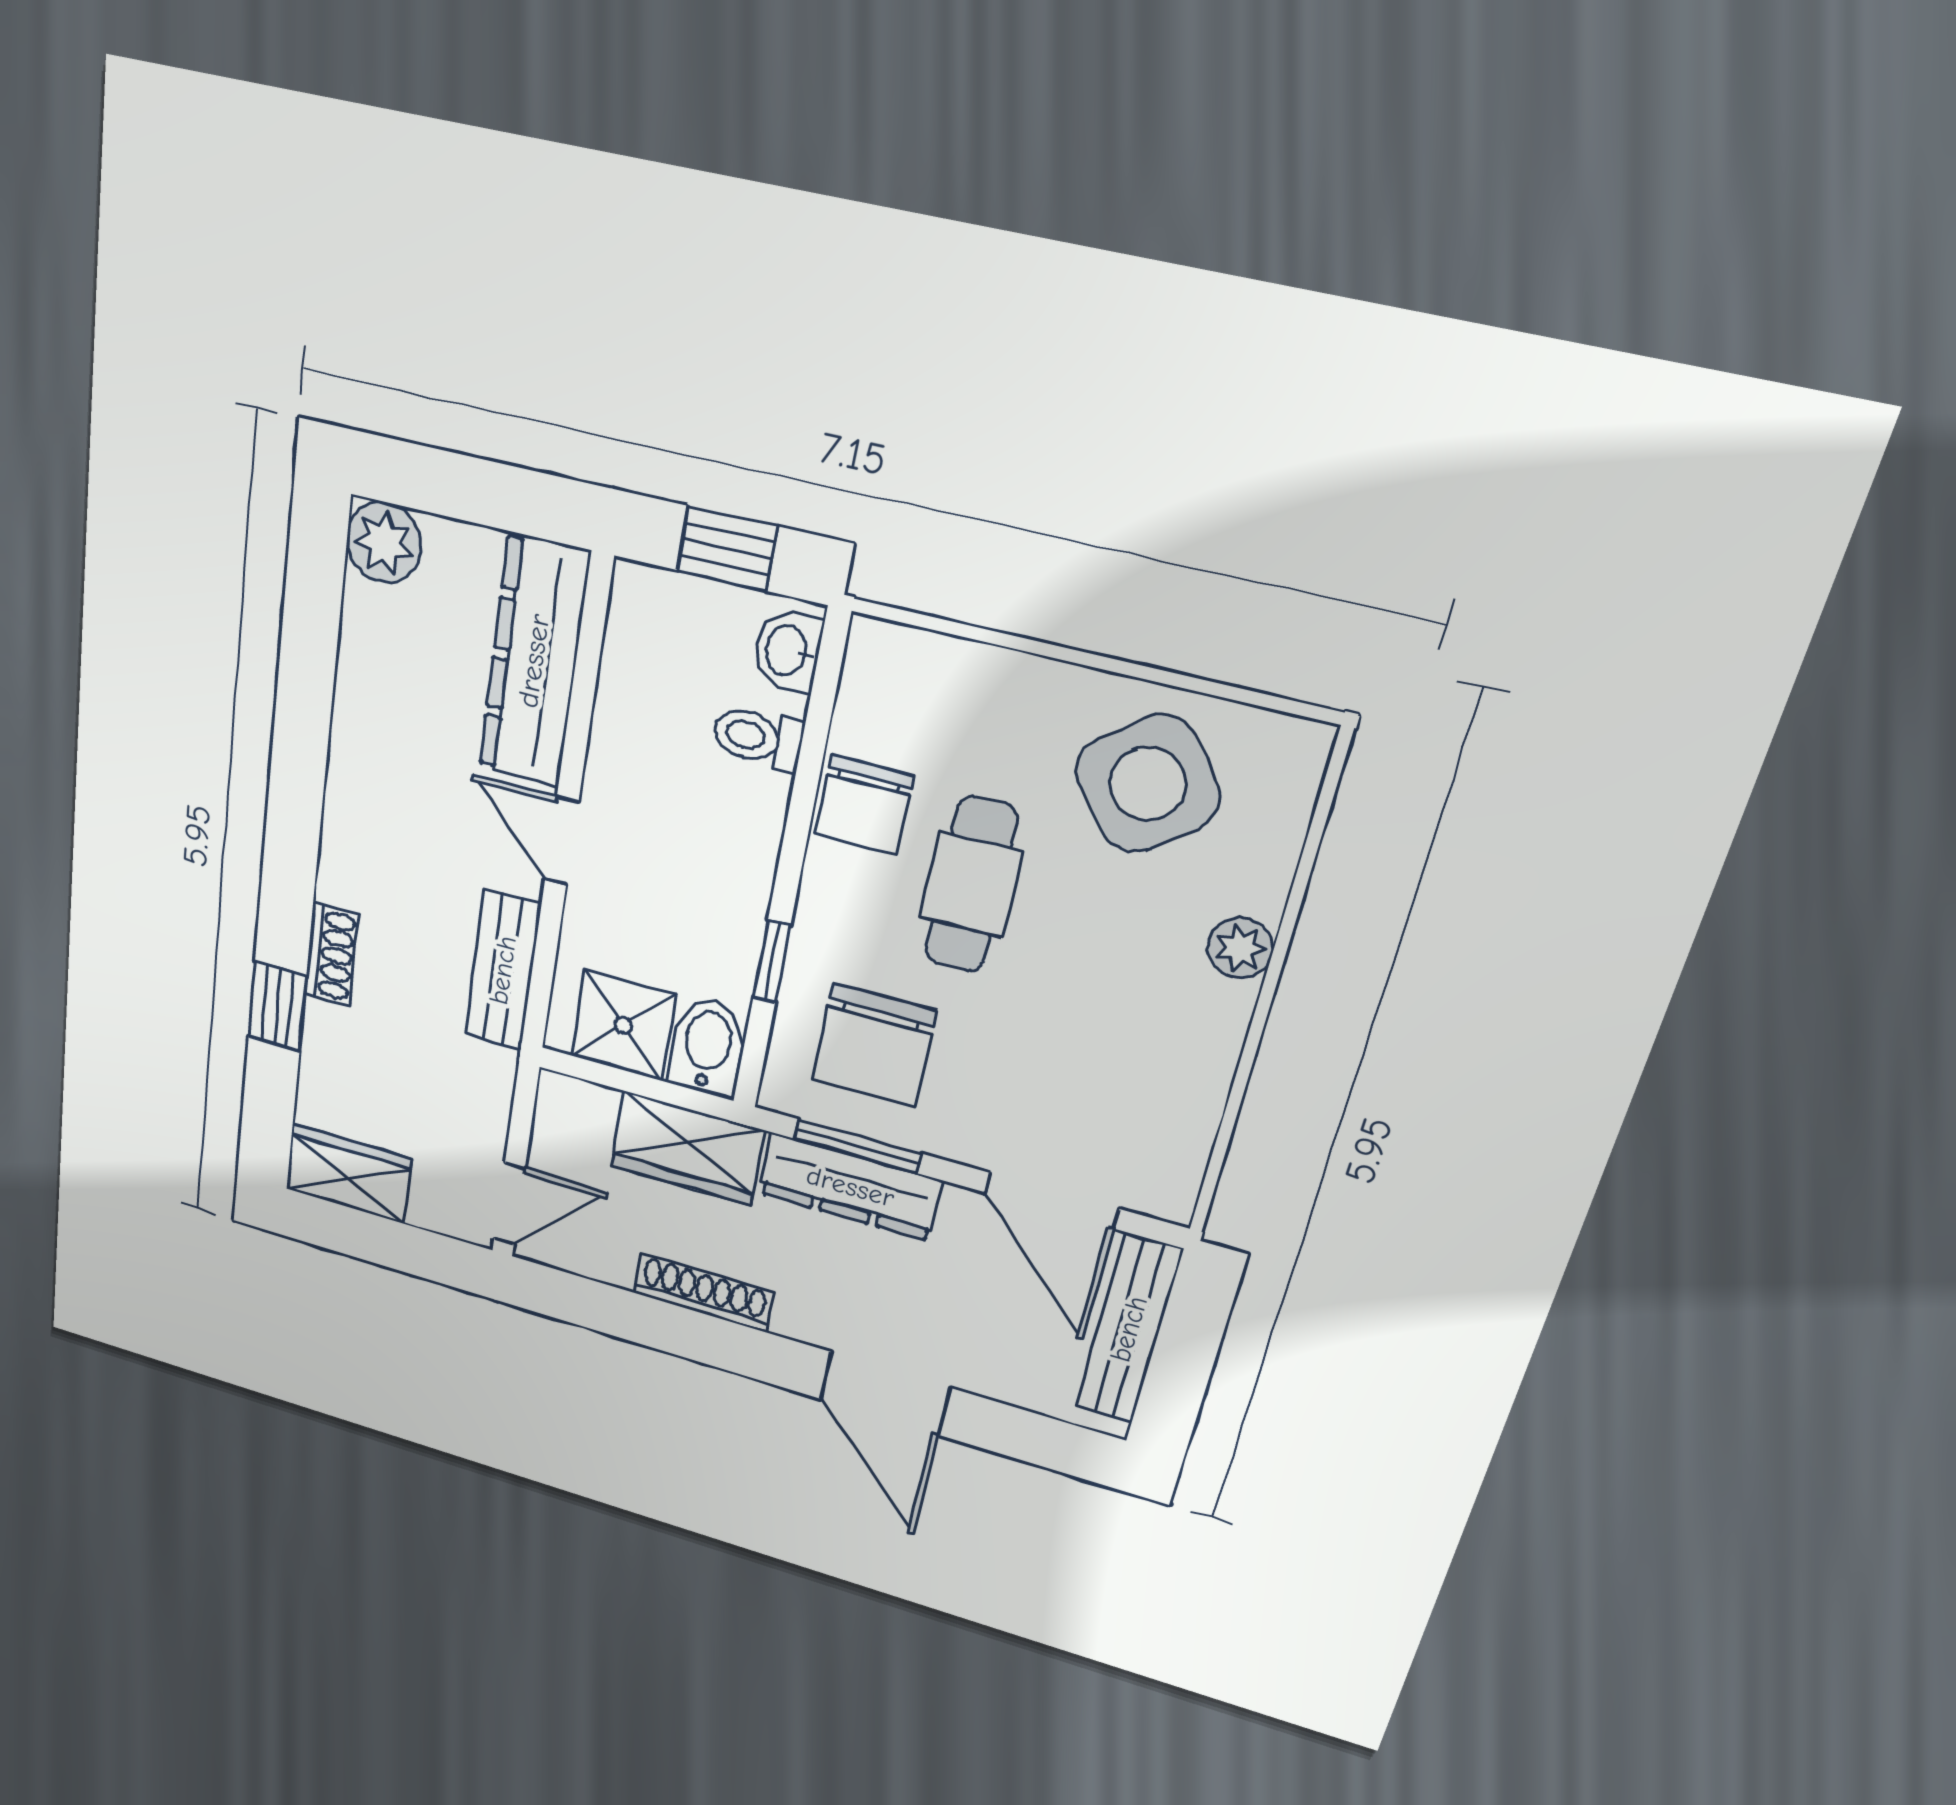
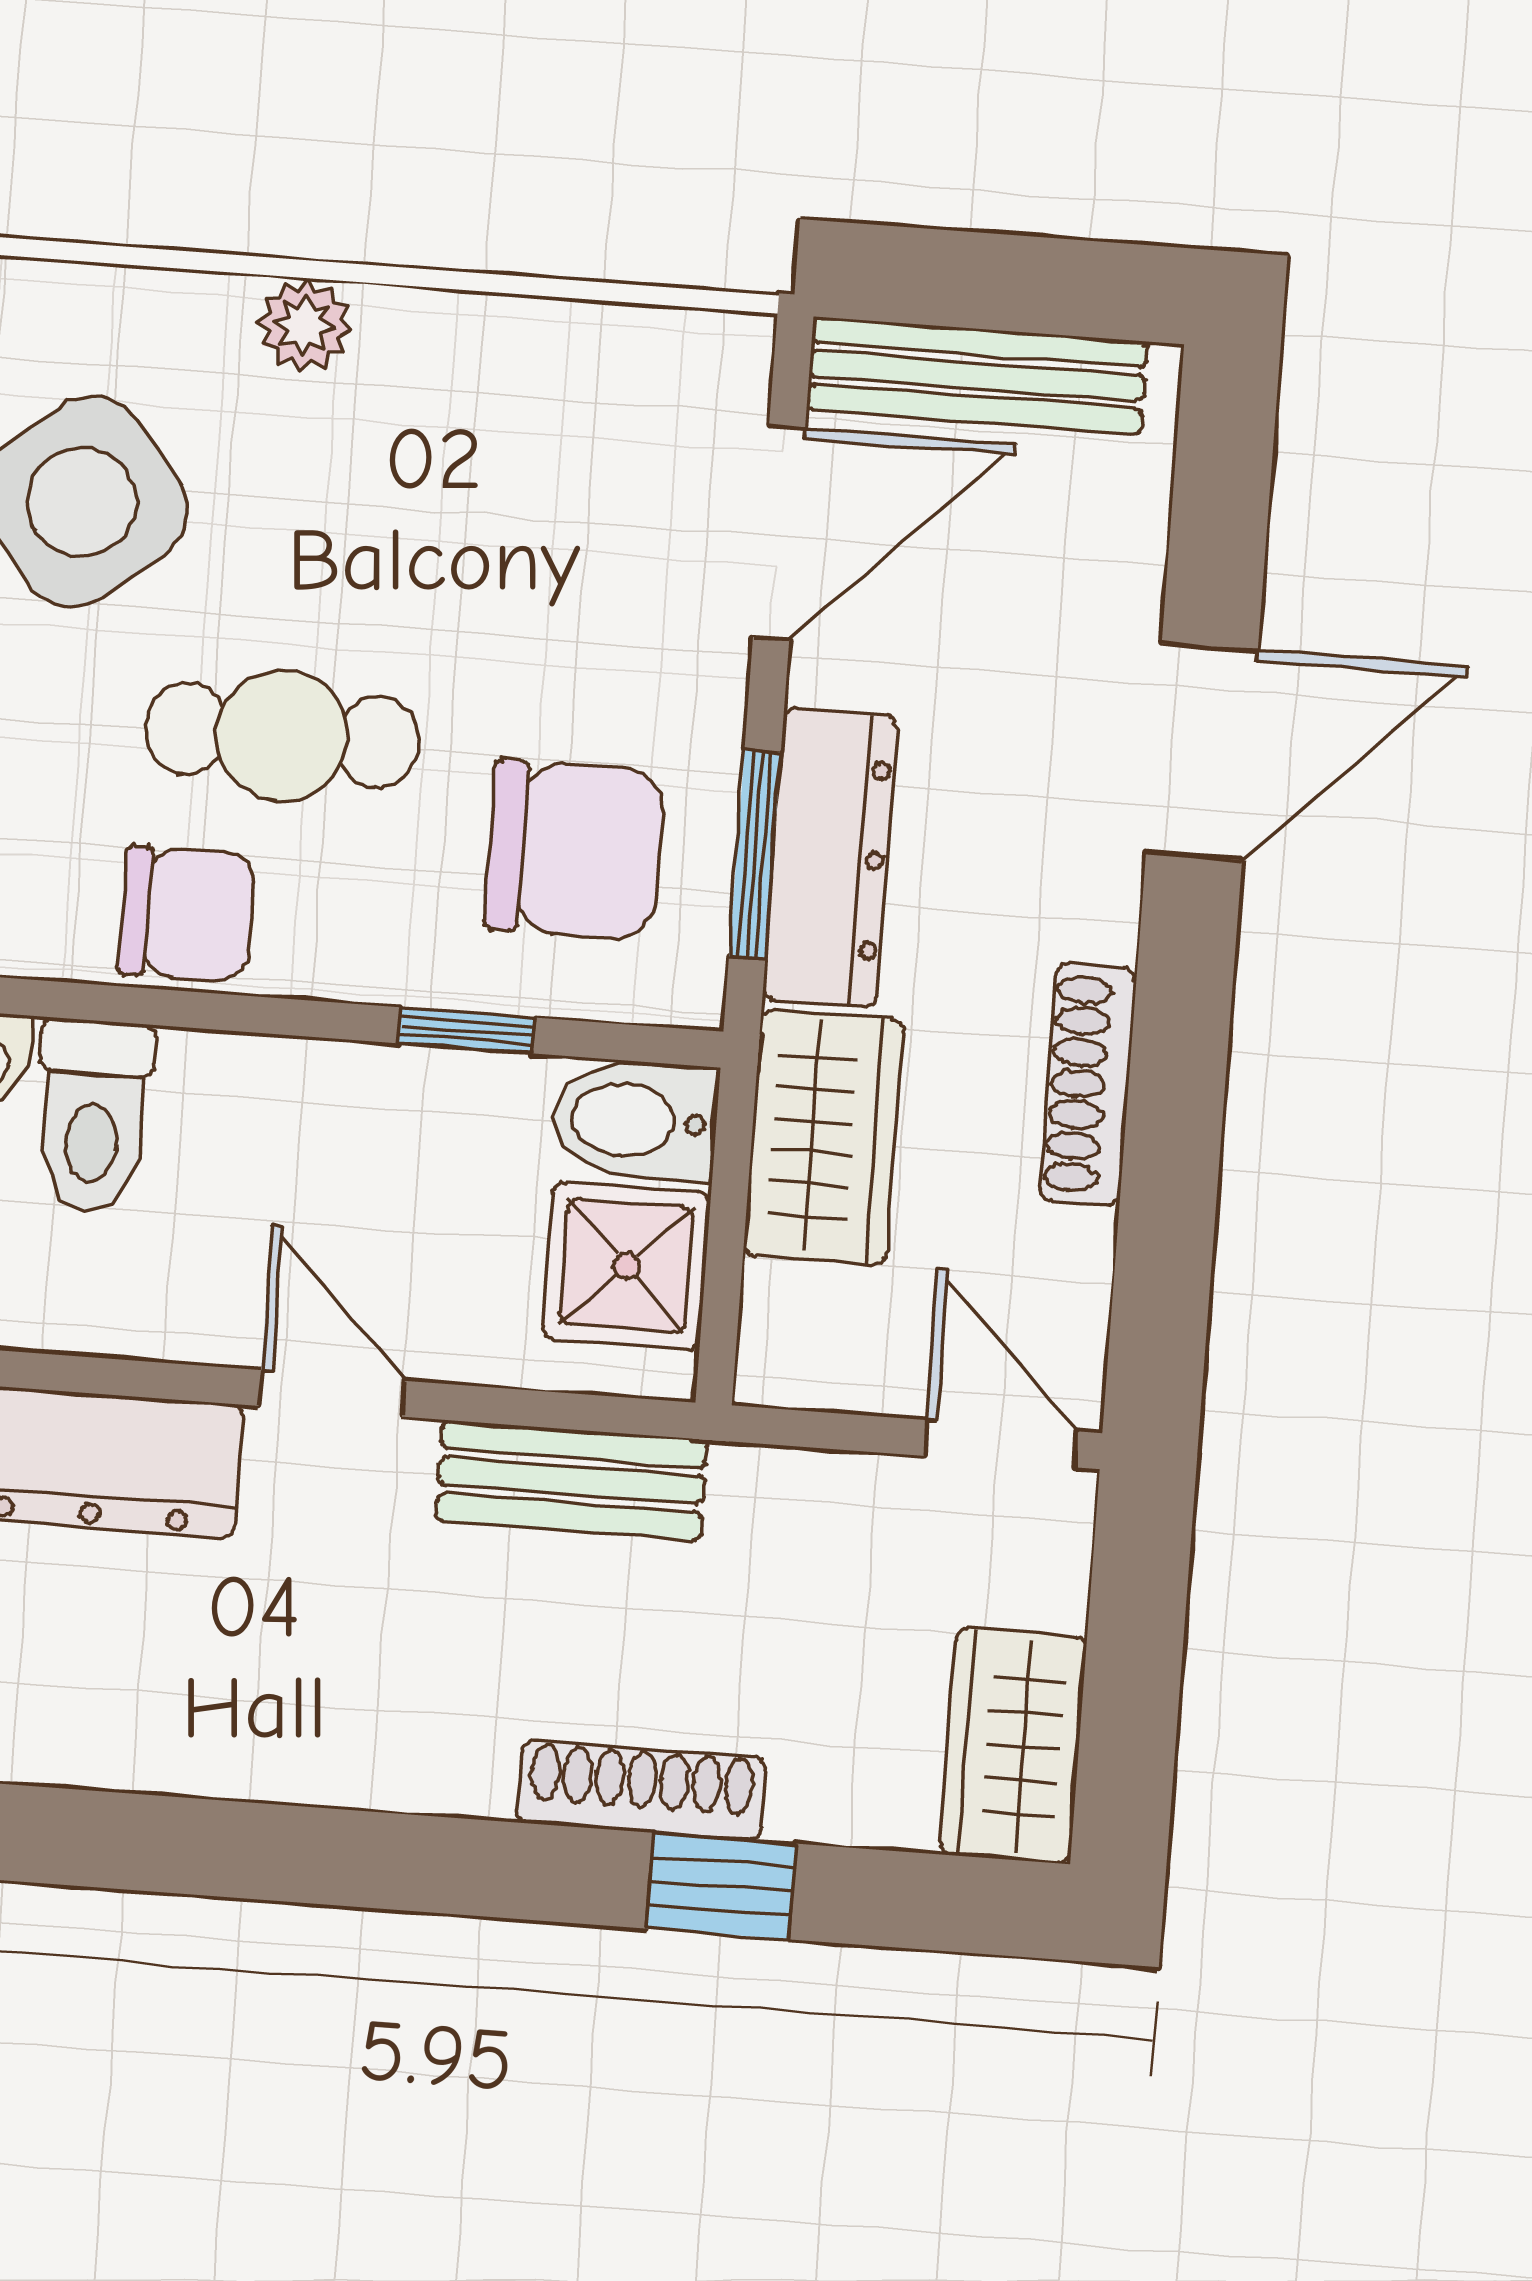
toilet: (758, 738) -> (93, 1116), width x1.37, depth x1.39
door: (562, 841) -> (332, 1393), swing flipped
shoe rack: (331, 954) -> (641, 1790), width x1.43

